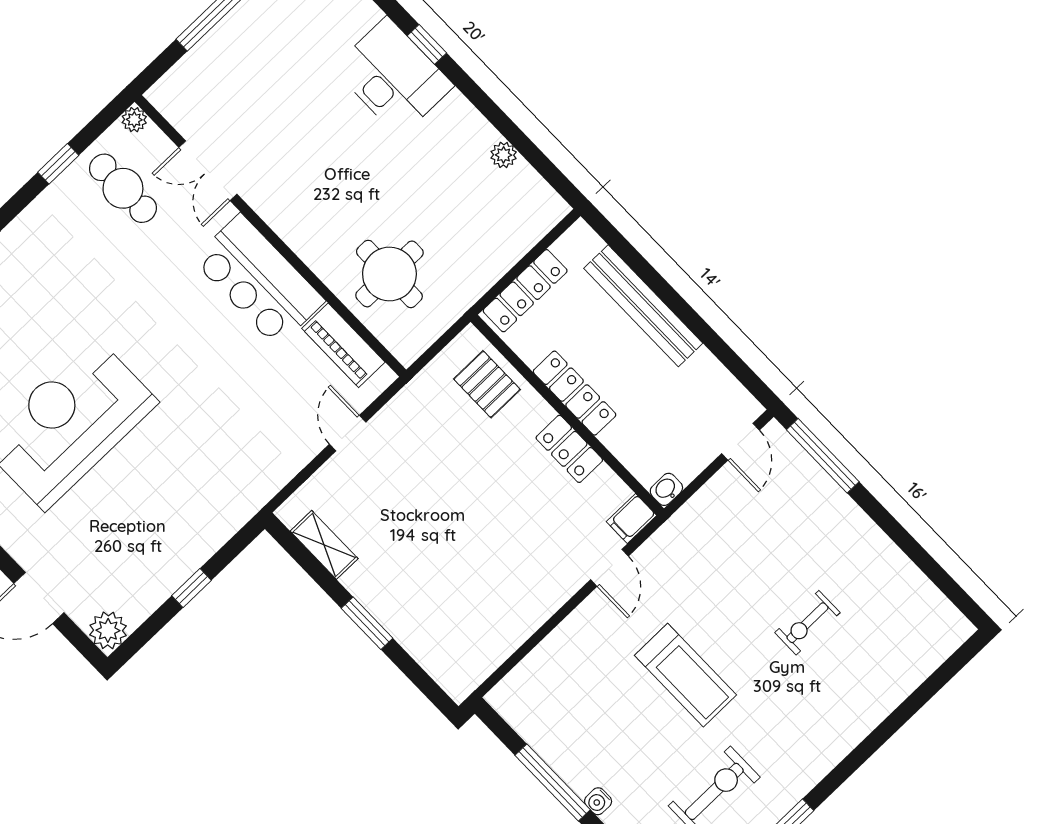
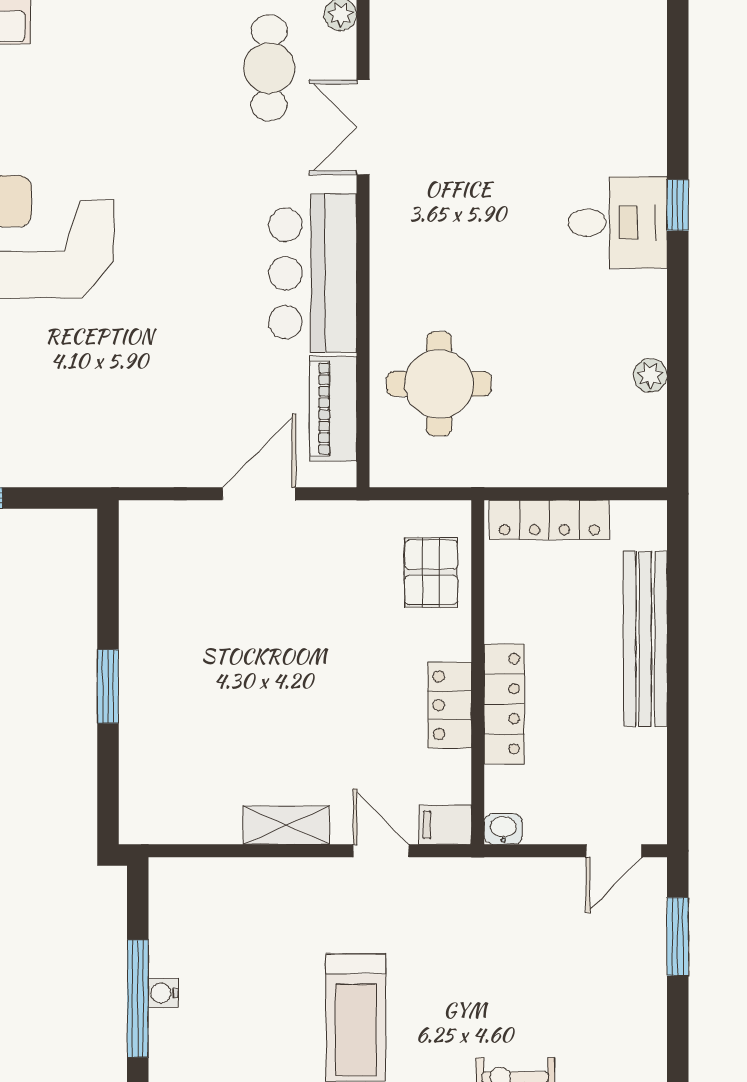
desk: (393, 77) -> (618, 222), width x0.73
locker: (575, 393) -> (504, 704), moved
door: (348, 433) -> (259, 494), width x1.38
window: (823, 456) -> (678, 937), width x0.69
shelving: (324, 545) -> (286, 825), moved, turned 90
door: (609, 568) -> (381, 851), swing flipped
water cooler: (598, 801) -> (163, 993), moved

